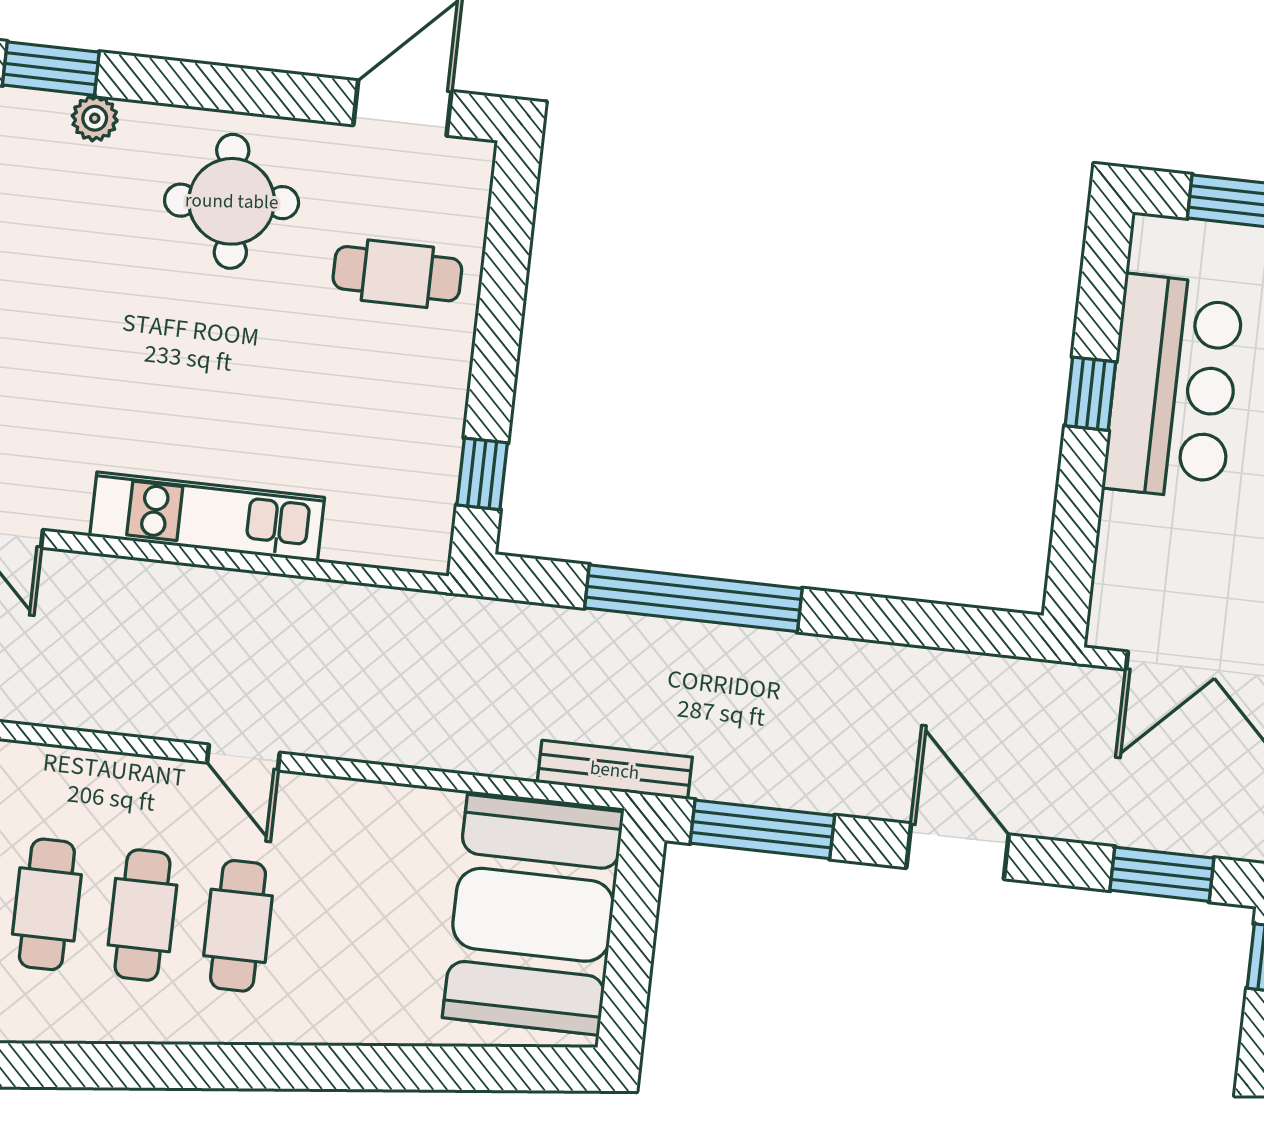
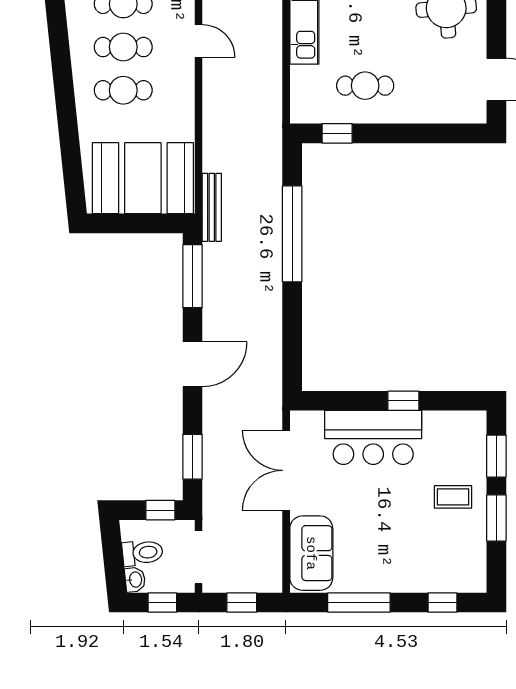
cafe table: (397, 274) -> (365, 86), moved, turned 90
bar counter: (1173, 387) -> (373, 437), moved
door: (243, 758) -> (199, 41), swing flipped
cafe table: (334, 937) -> (123, 90), added

